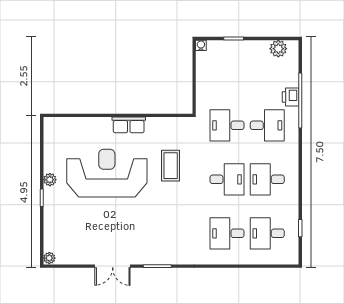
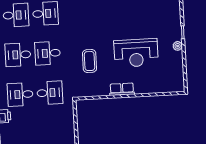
reception desk: (107, 173) -> (136, 53), width x0.74, depth x0.77
desk: (267, 179) -> (18, 55), turned 180

